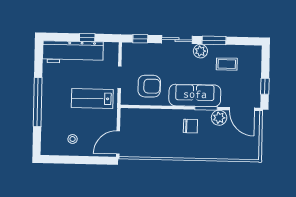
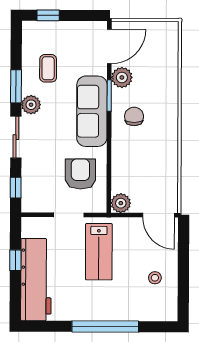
window: (265, 86) -> (48, 15), moved
plant: (127, 115) -> (121, 203), added

